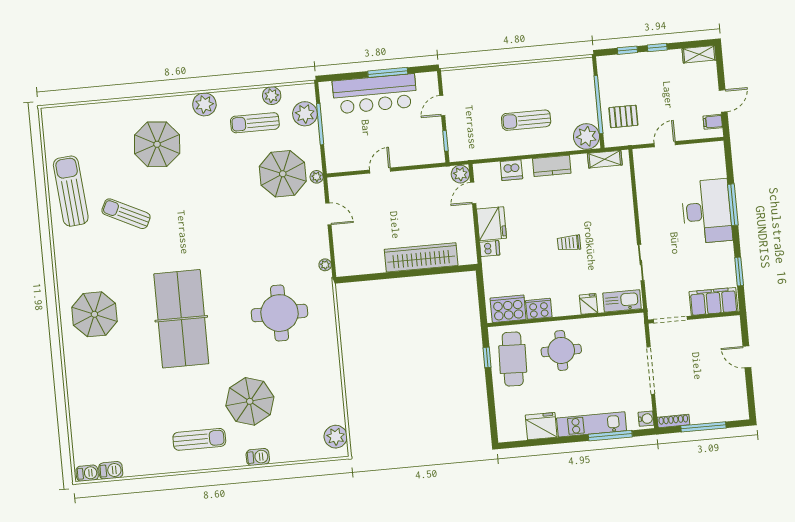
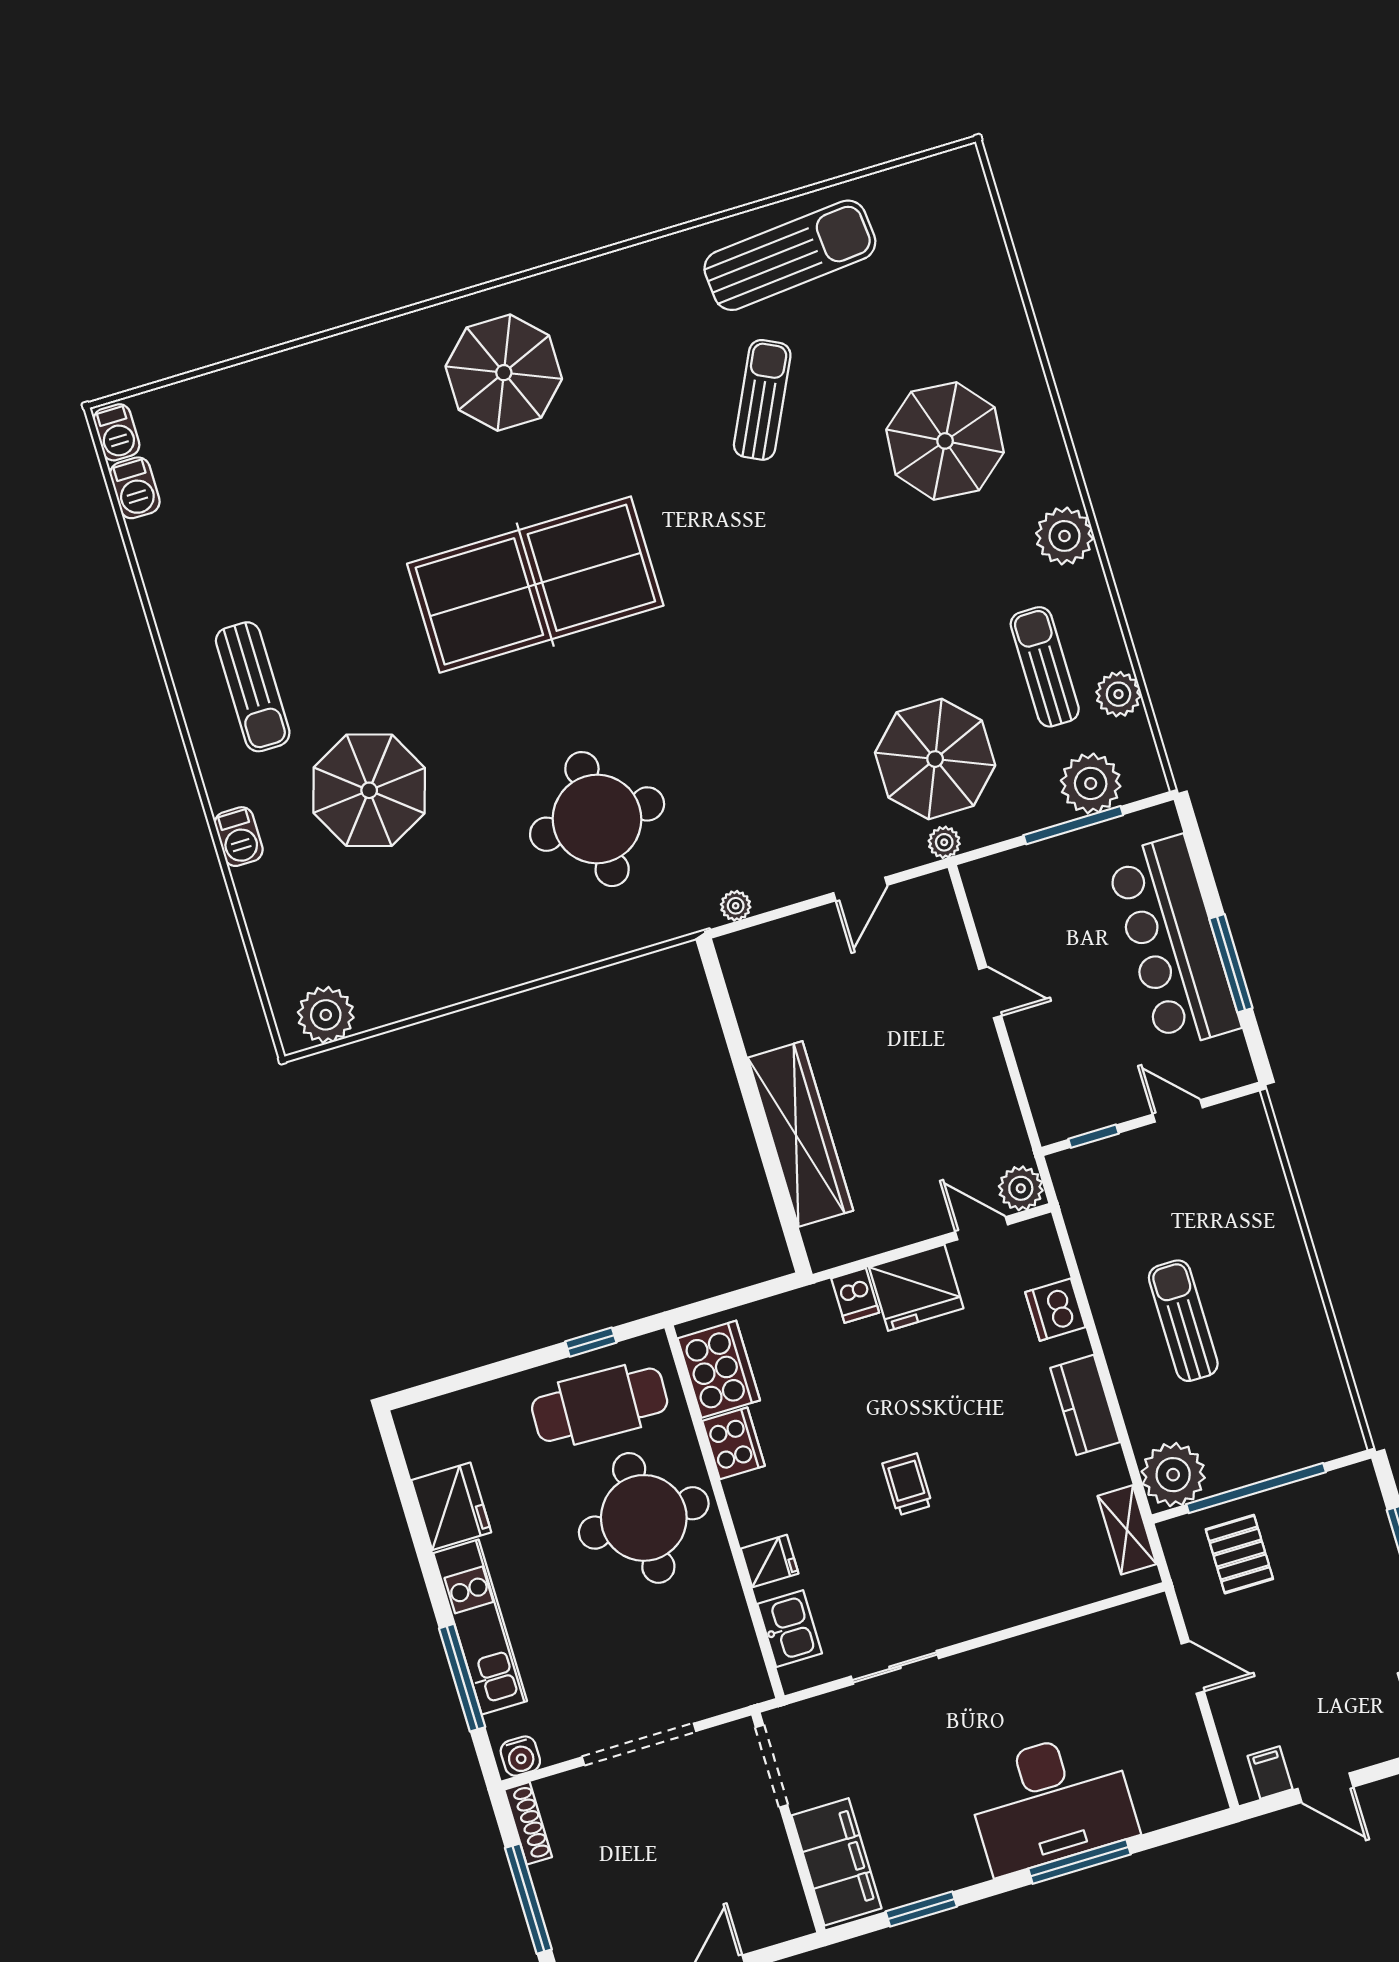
kitchen sink: (622, 301) -> (790, 1629), width x0.73
round table: (561, 350) -> (644, 1518), width x1.36, depth x1.36

